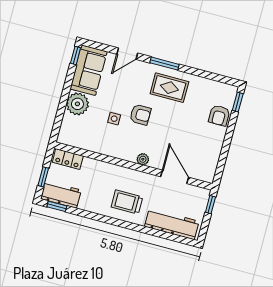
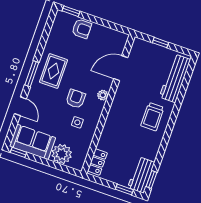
locker: (68, 159) -> (97, 162), moved
plant: (143, 159) -> (103, 95), moved
wall: (133, 166) -> (108, 104), moved
door: (175, 177) -> (121, 68), moved

